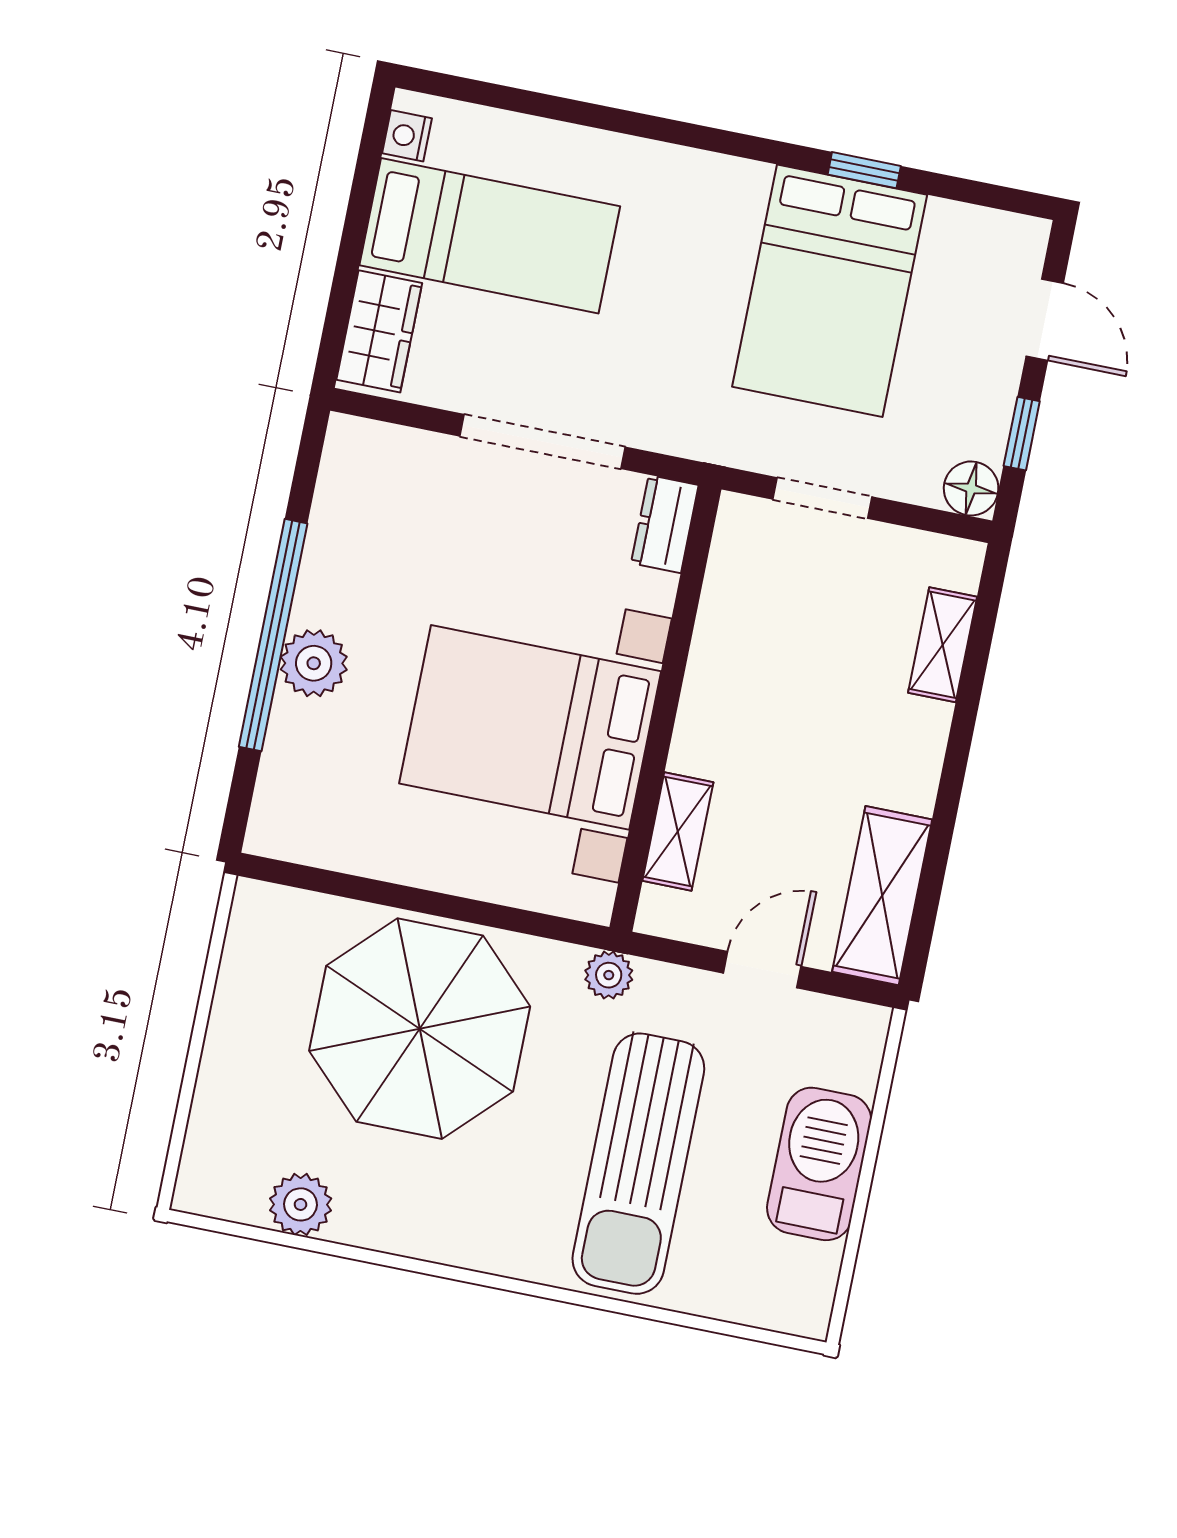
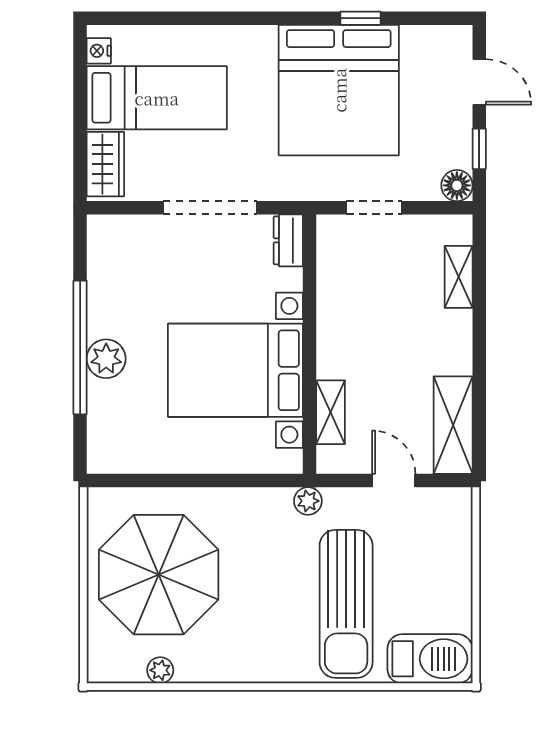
bed: (830, 291) -> (339, 90), width x1.36
door: (762, 970) -> (394, 480), hinge flipped
parasol: (420, 1029) -> (159, 575), moved
barbecue: (819, 1164) -> (430, 659), moved, turned 90
plant: (301, 1204) -> (160, 670), width x0.73, depth x0.73

